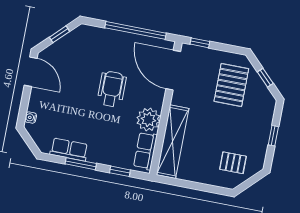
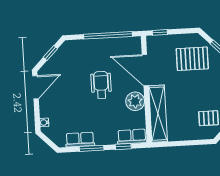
door: (173, 70) -> (145, 70), moved
door: (31, 72) -> (35, 87), hinge flipped
pallet: (231, 85) -> (192, 59), turned 90
row of seats: (145, 151) -> (132, 137), moved, turned 90

